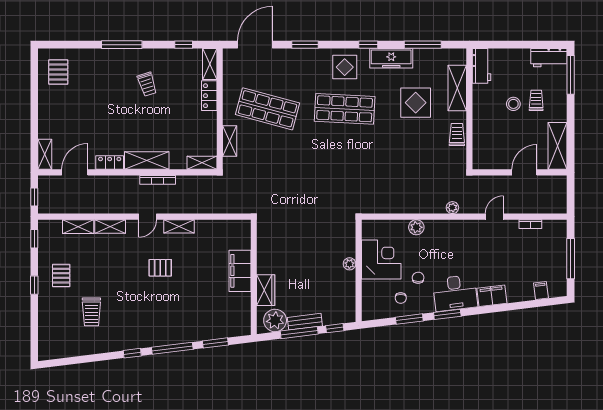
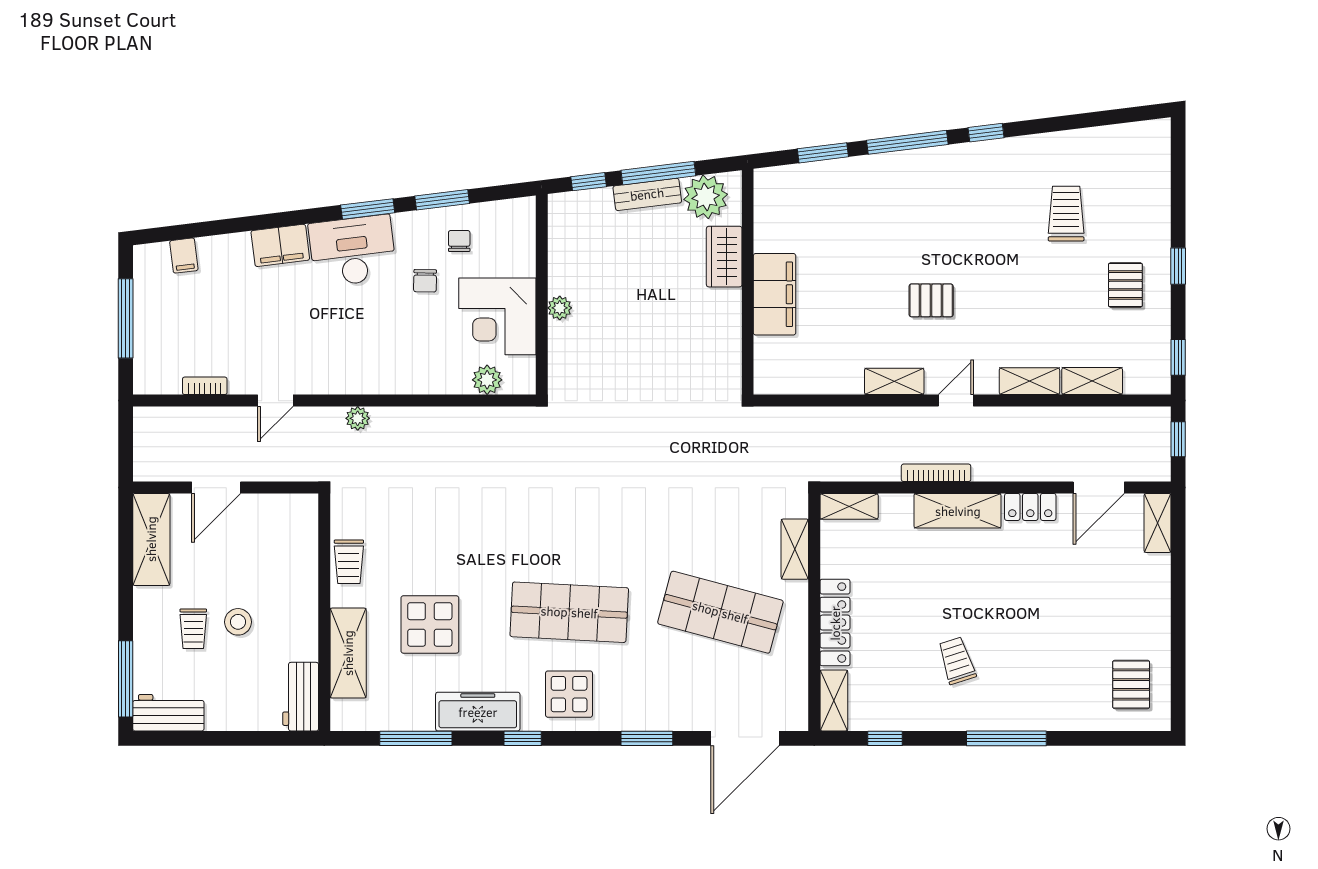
locker: (209, 96) -> (835, 623), width x1.53
plant: (416, 227) -> (487, 380), moved

